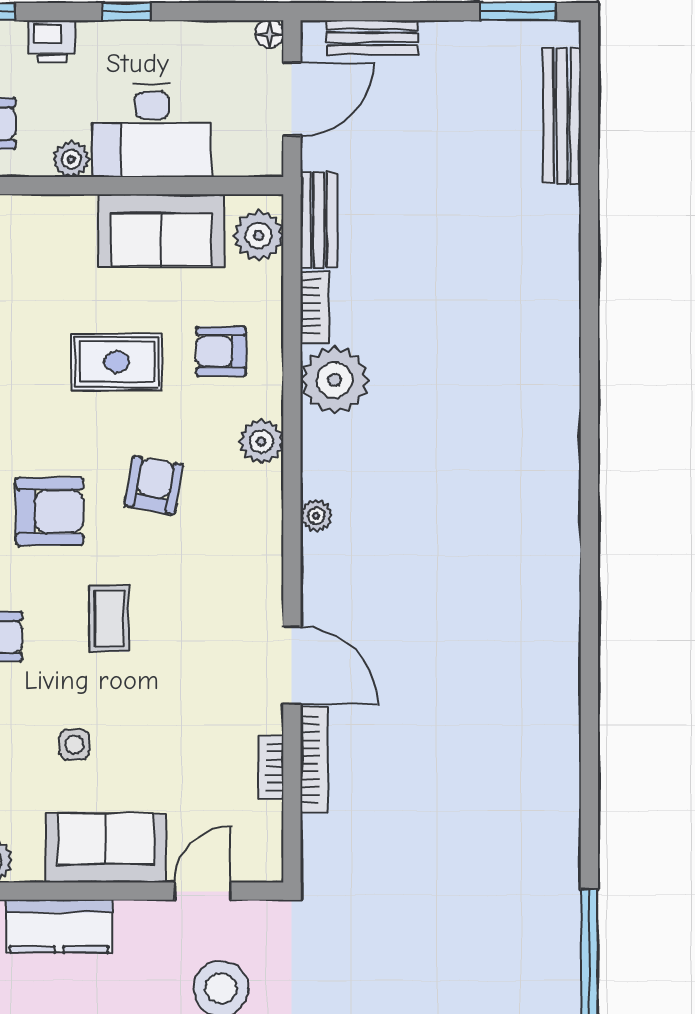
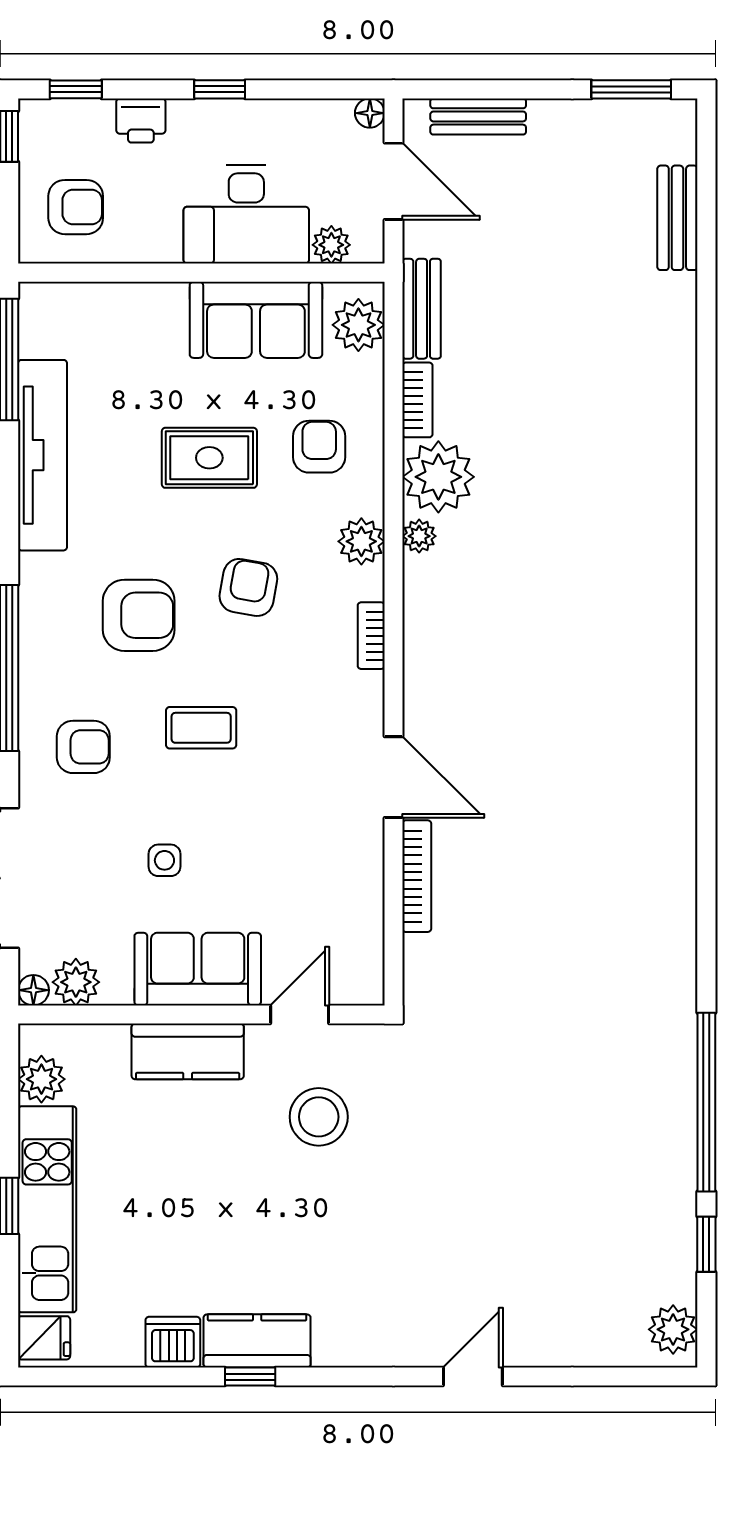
door: (292, 99) -> (394, 181), hinge flipped
bench: (562, 116) -> (677, 218), width x0.73
plant: (71, 159) -> (331, 245), moved
armchair: (221, 351) -> (319, 447), turned 90
plant: (316, 516) -> (419, 536), moved
coffee table: (109, 619) -> (201, 728), turned 90
bookcase: (271, 767) -> (371, 636), moved
kitchen counter: (59, 926) -> (188, 1051), moved

